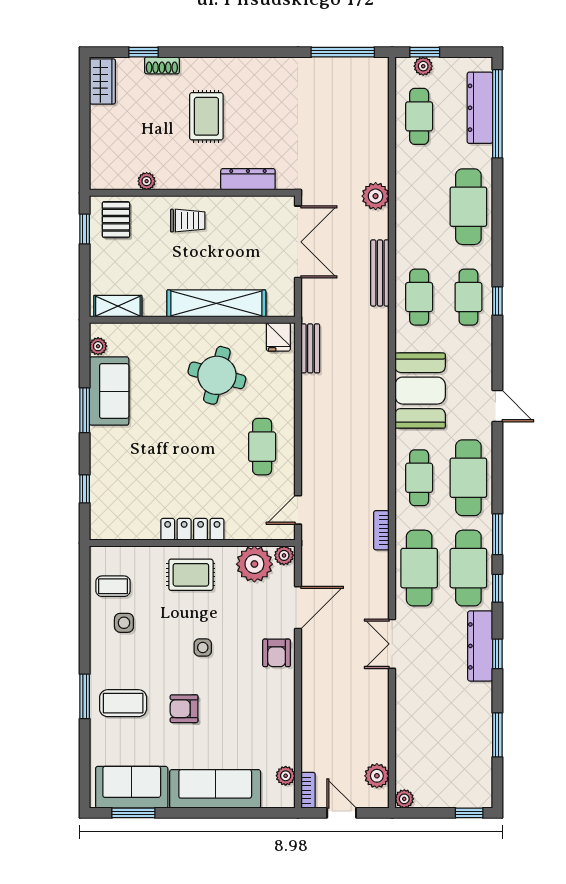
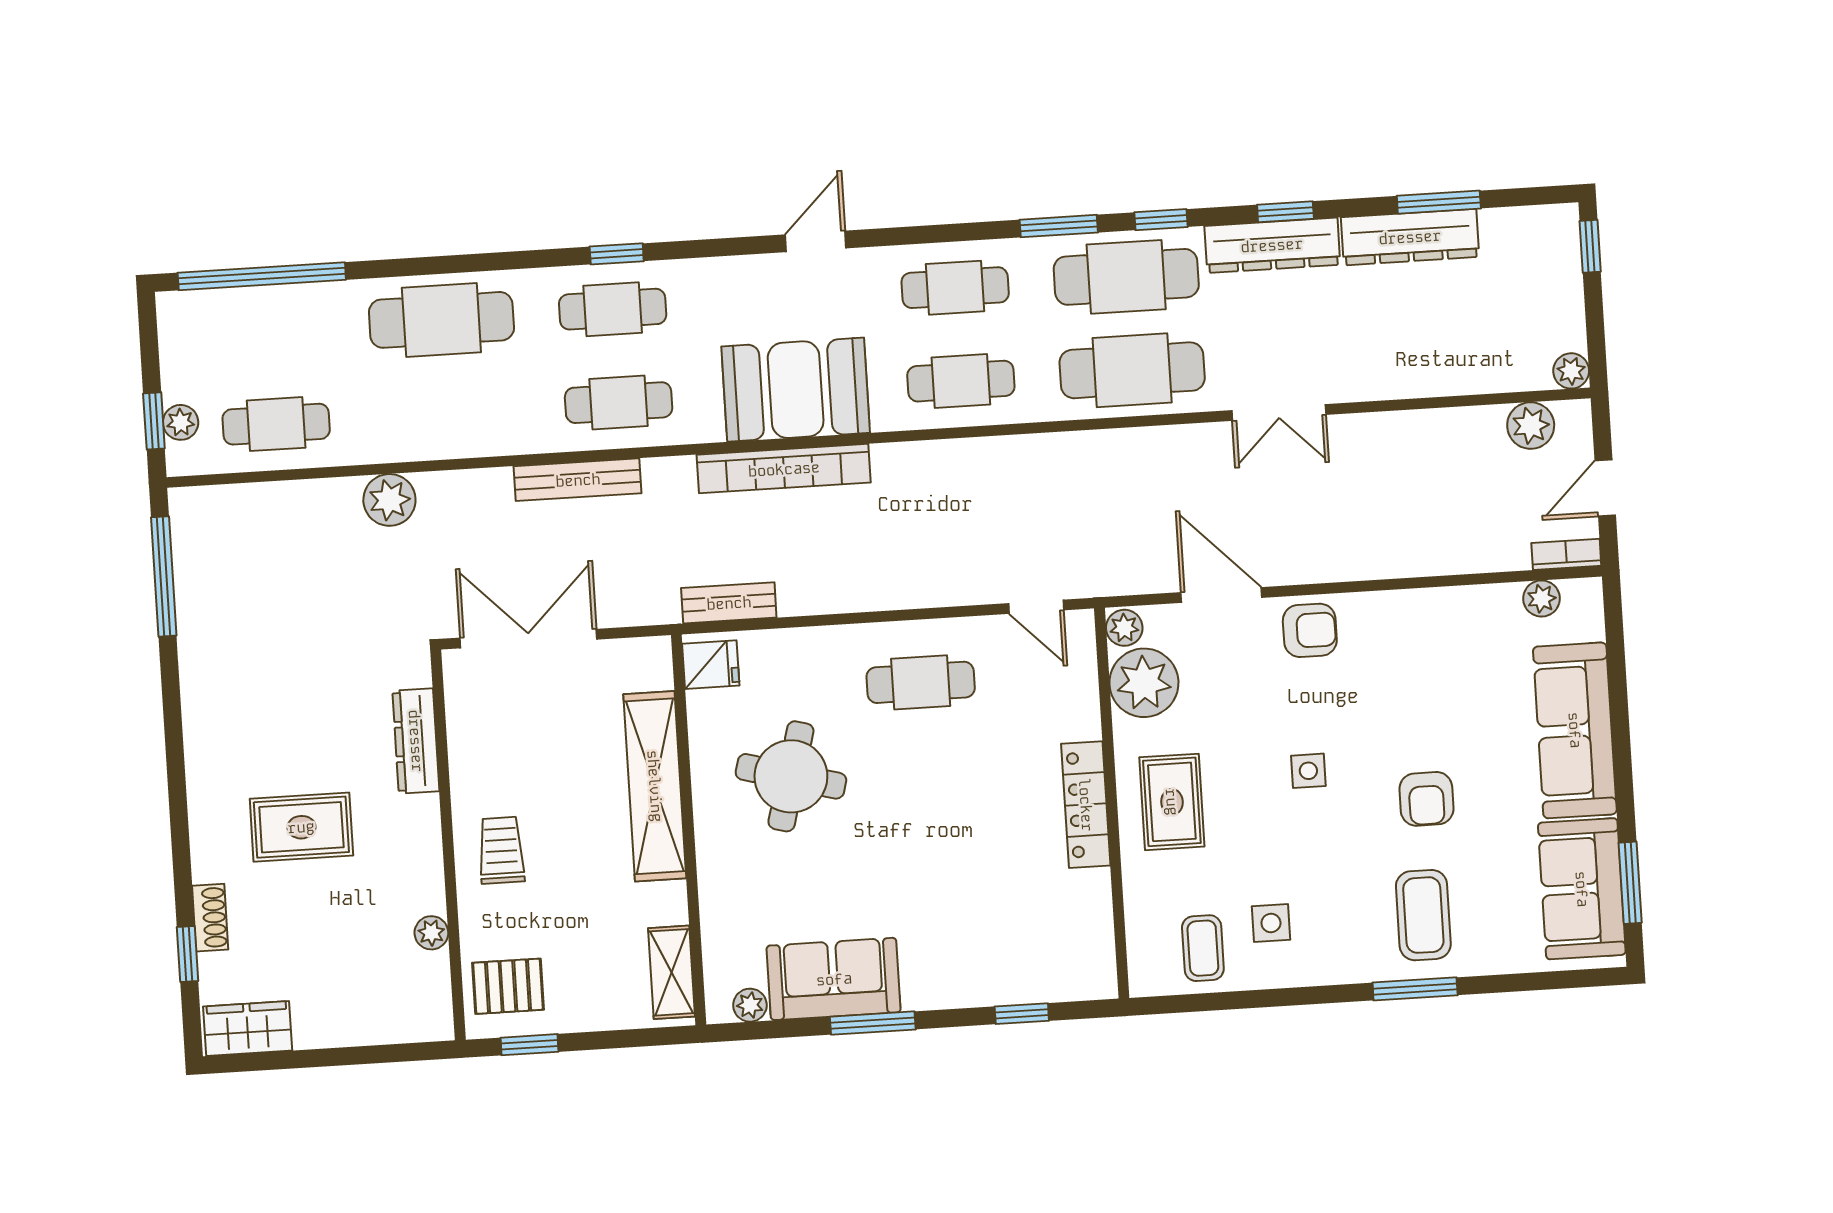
dresser: (480, 108) -> (1410, 237), moved
plant: (376, 196) -> (389, 500), moved
cafe table: (468, 478) -> (955, 288), width x0.73, depth x0.74
bookcase: (381, 530) -> (784, 469), moved, width x2.31, depth x1.31

